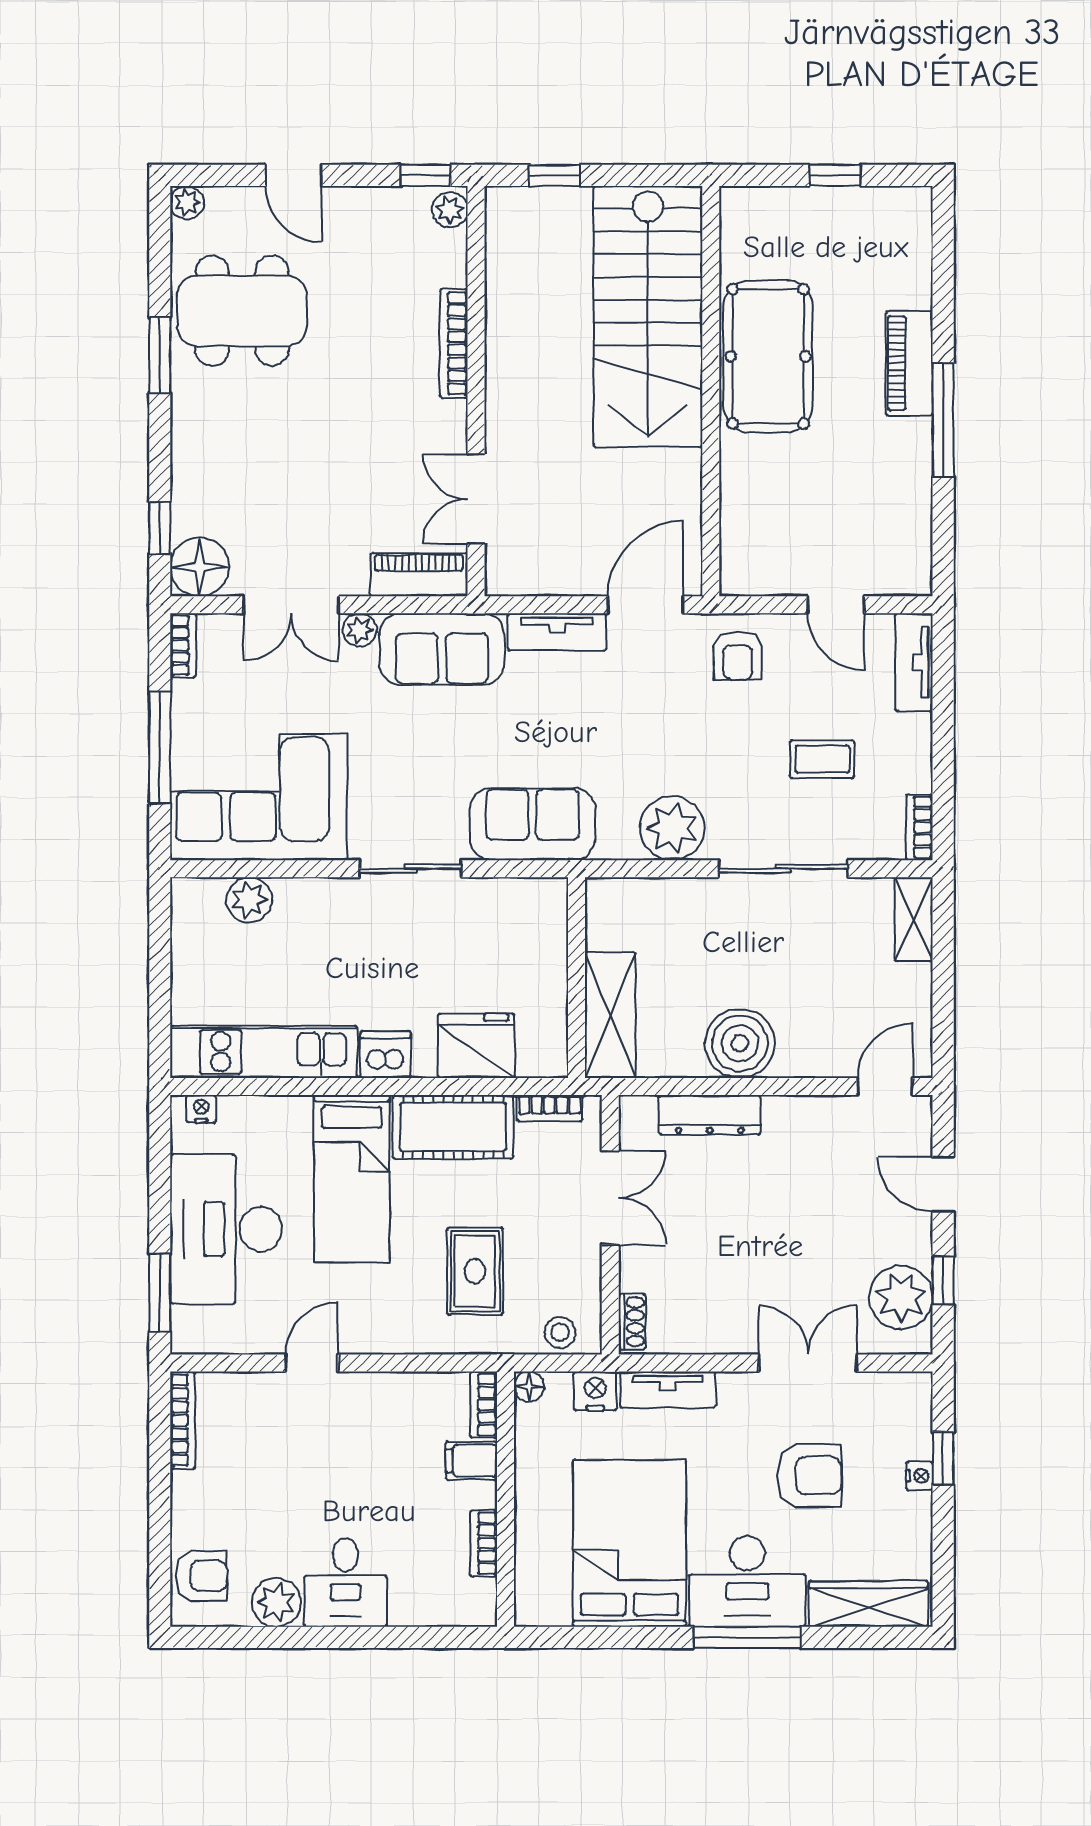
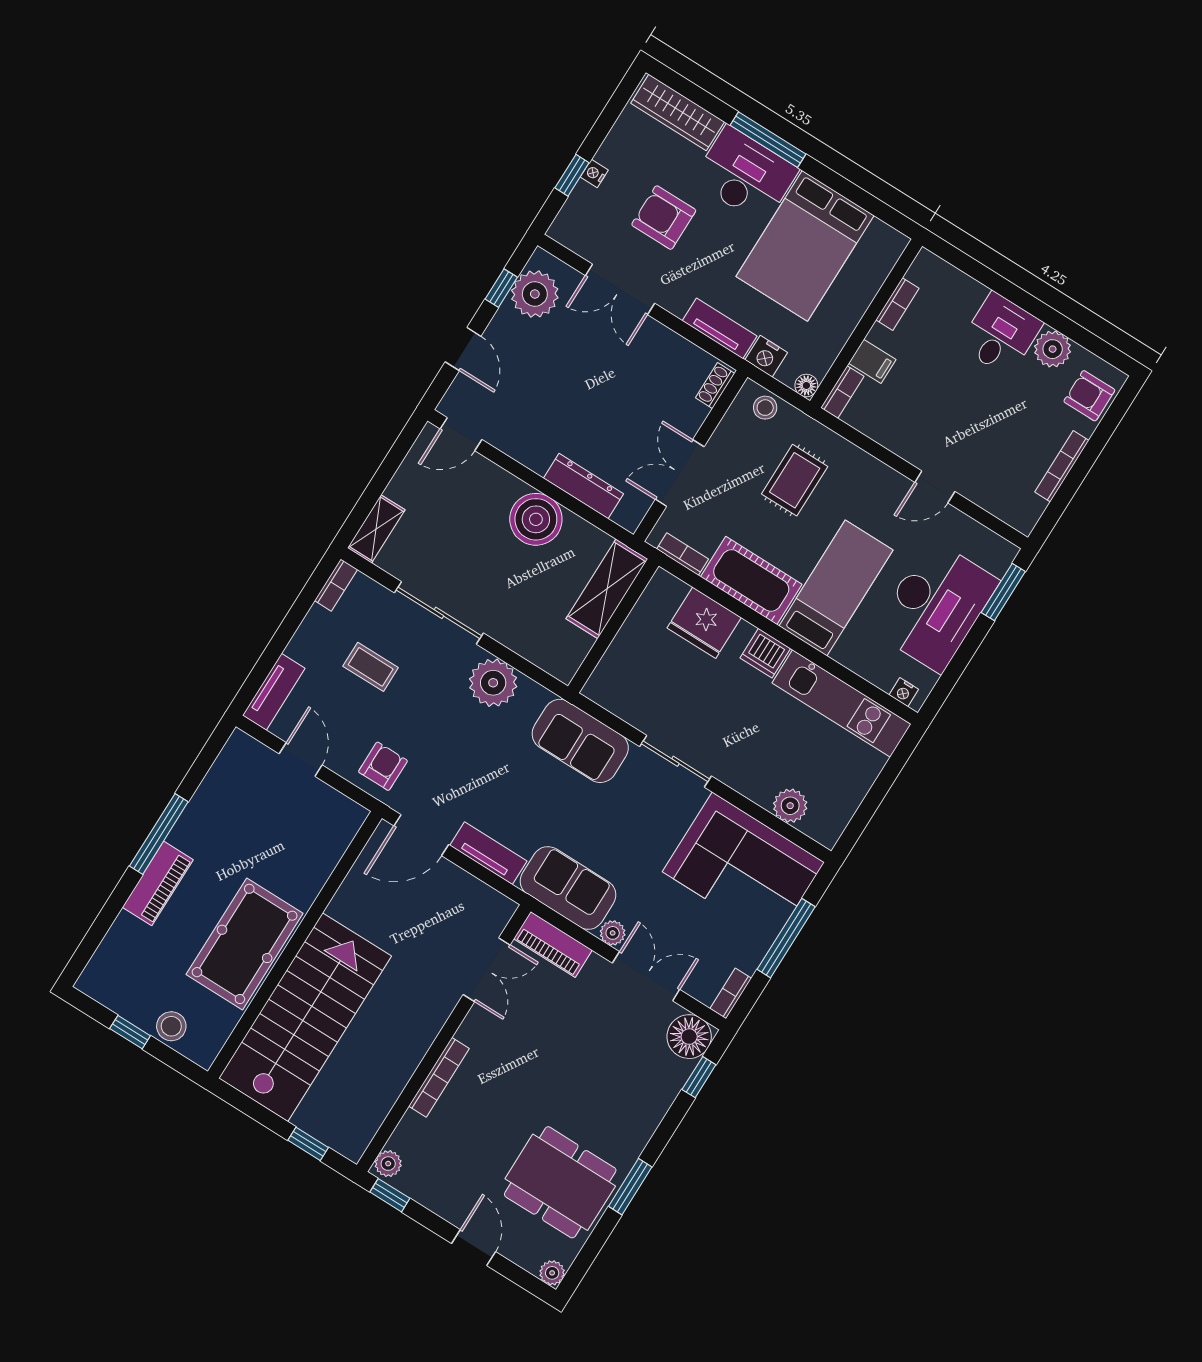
stool: (793, 211) -> (171, 1026), added
bookcase: (183, 1420) -> (1062, 466), moved

